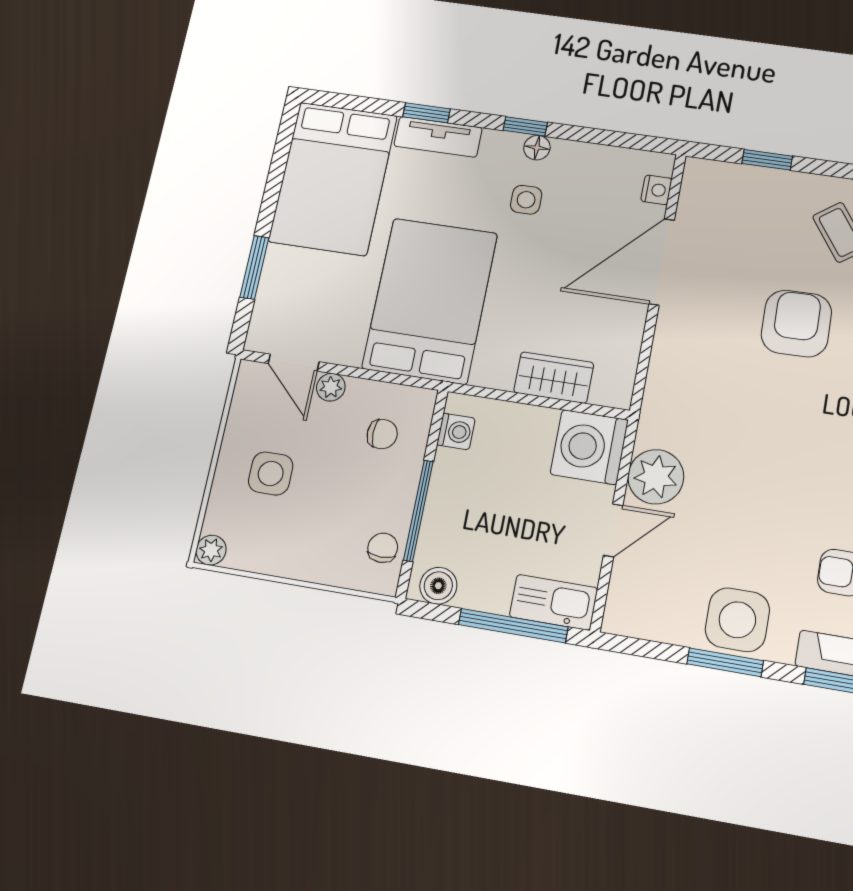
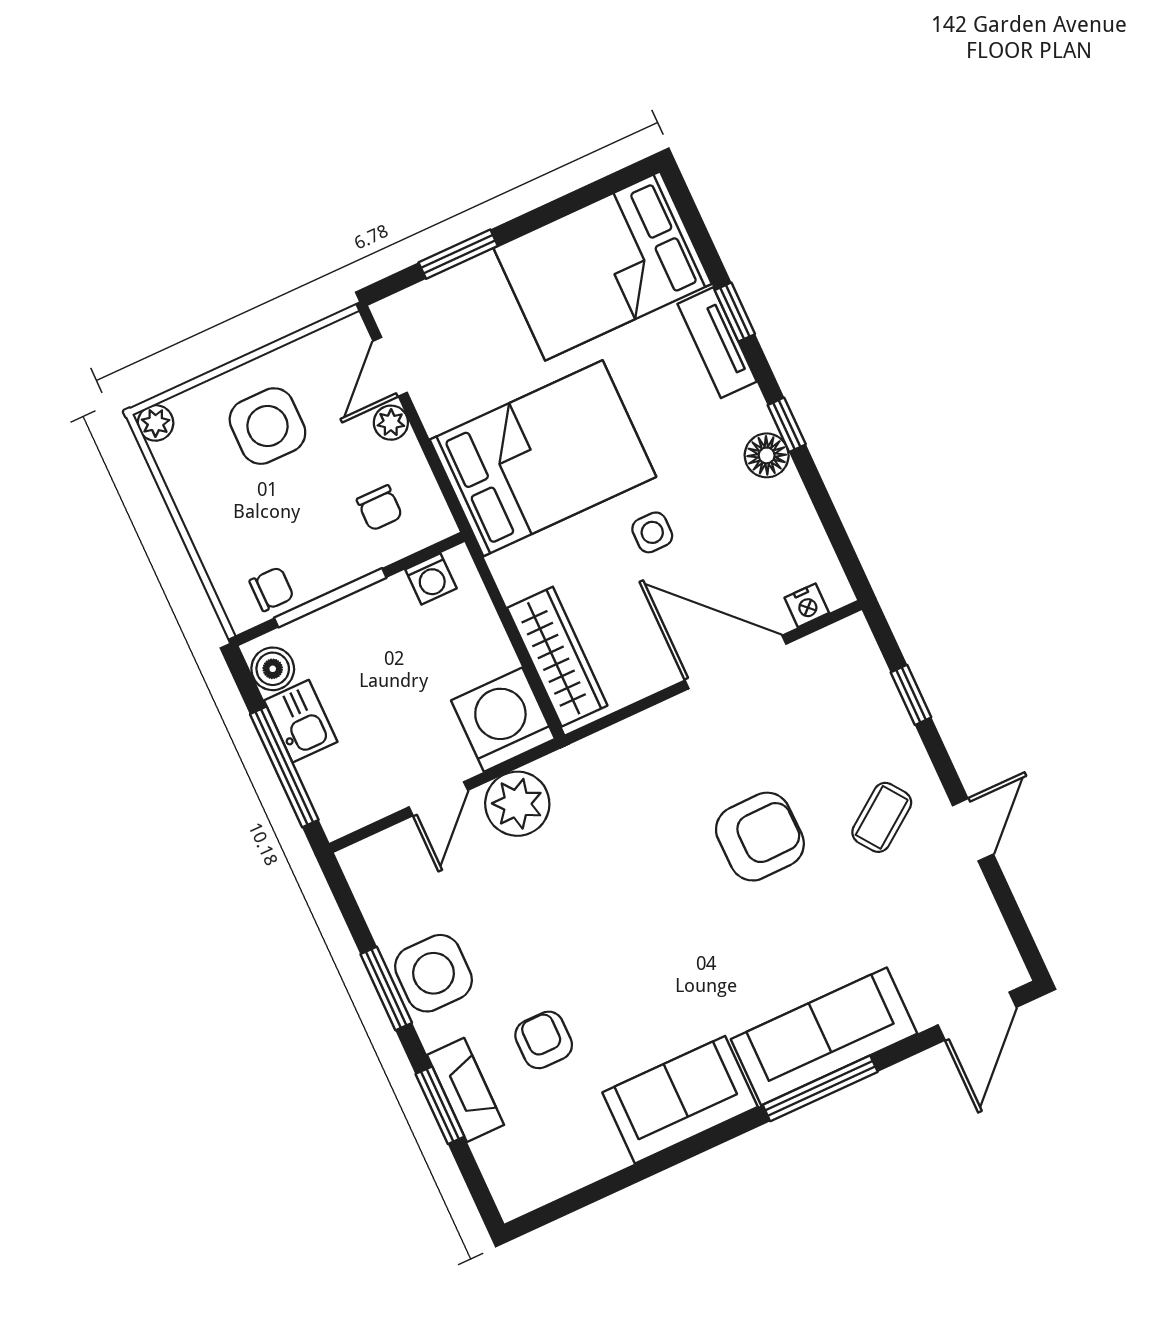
floor lamp: (537, 148) -> (767, 455), width x1.37, depth x1.37
side table: (526, 200) -> (652, 532), moved
wardrobe: (554, 378) -> (557, 657), width x1.50
side table: (271, 473) -> (267, 426), width x1.37, depth x1.37
door: (613, 530) -> (438, 799), hinge flipped
kitchen sink: (554, 602) -> (301, 721), moved, width x0.73

